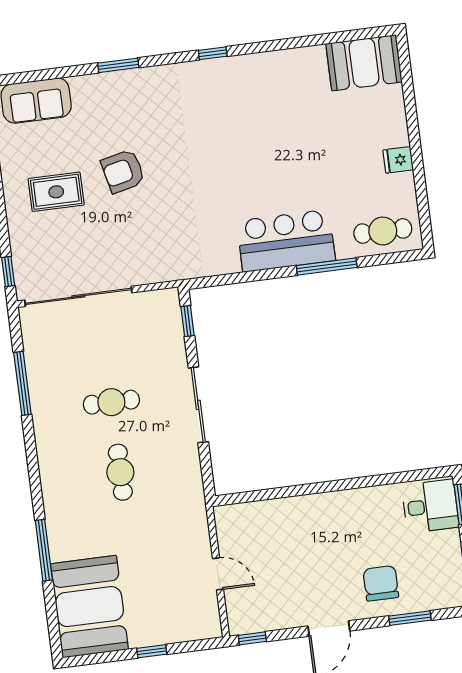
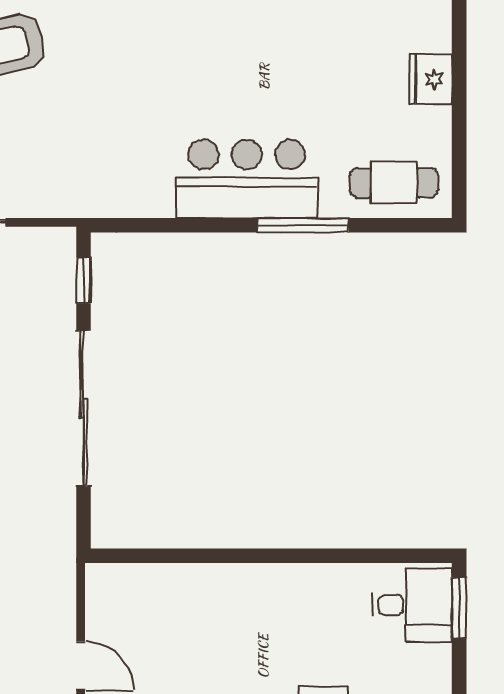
fridge: (398, 160) -> (431, 79), width x1.38
sliding door: (198, 405) -> (84, 408), width x1.36

